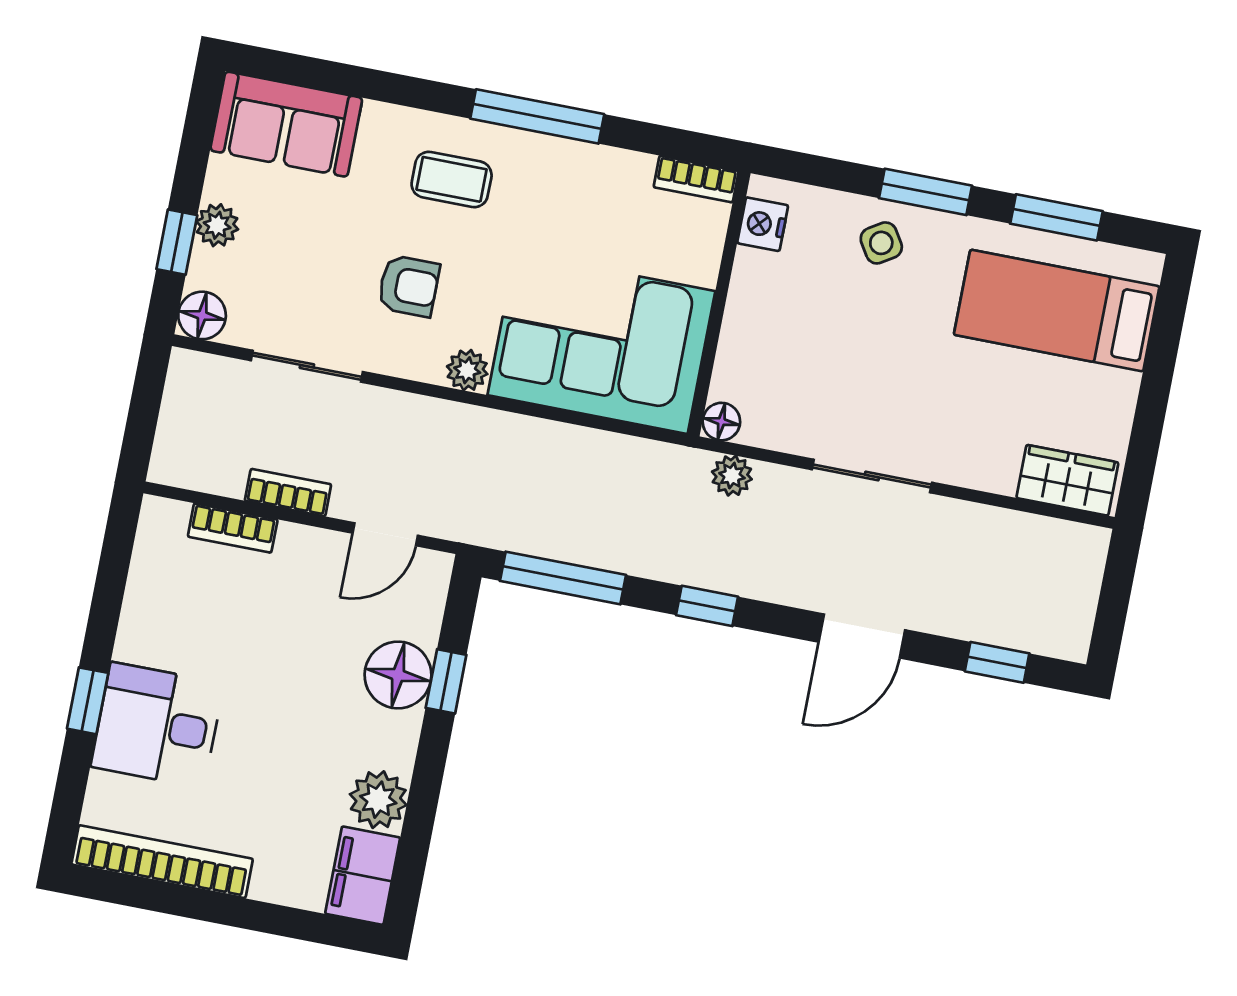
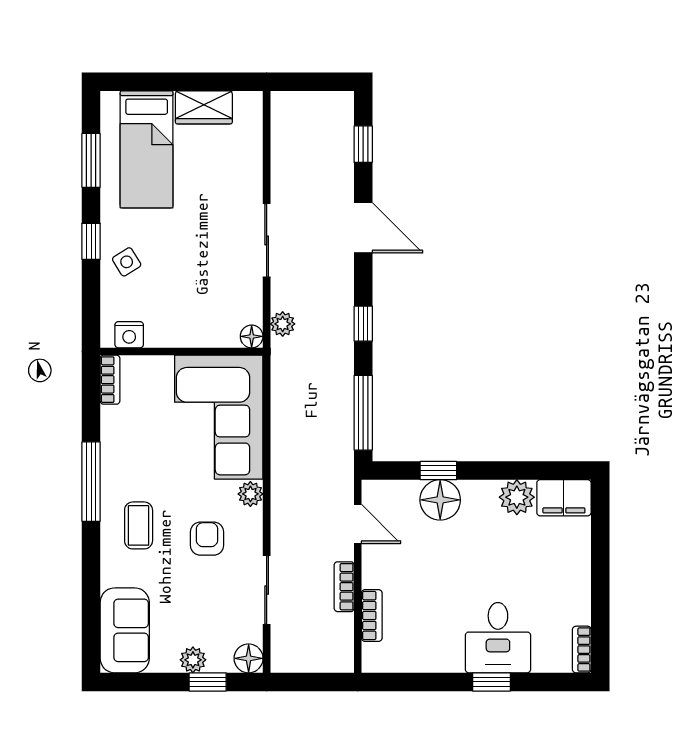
window: (925, 192) -> (91, 241), width x0.67
wardrobe: (1067, 480) -> (204, 107), moved, turned -90
bookcase: (162, 862) -> (582, 650), width x0.43, depth x0.76

